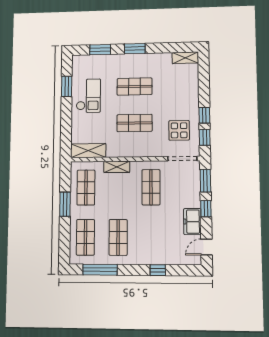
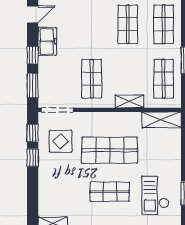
checkout: (88, 96) -> (155, 195), moved
shop shelf: (135, 123) -> (110, 150), width x1.43, depth x1.36

